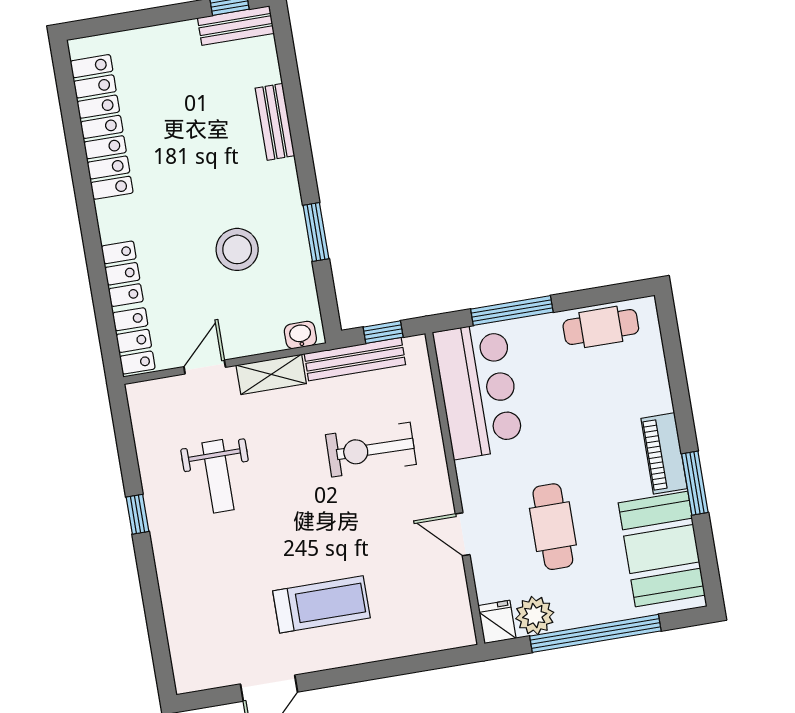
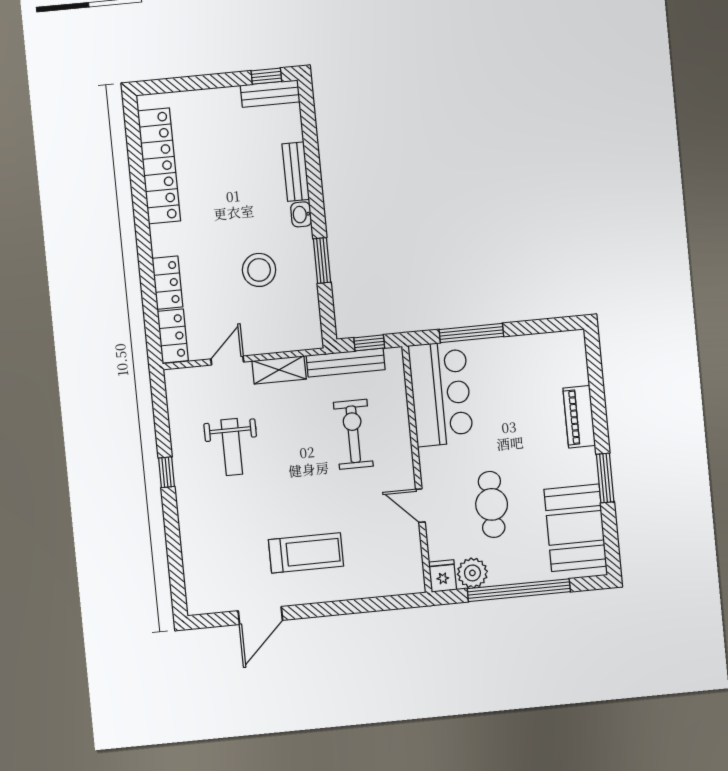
cafe table: (601, 327) -> (540, 351), removed
washbasin: (300, 335) -> (301, 214), moved, turned -90
exercise bike: (371, 450) -> (353, 434), turned 89
piano: (664, 453) -> (579, 417), moved

